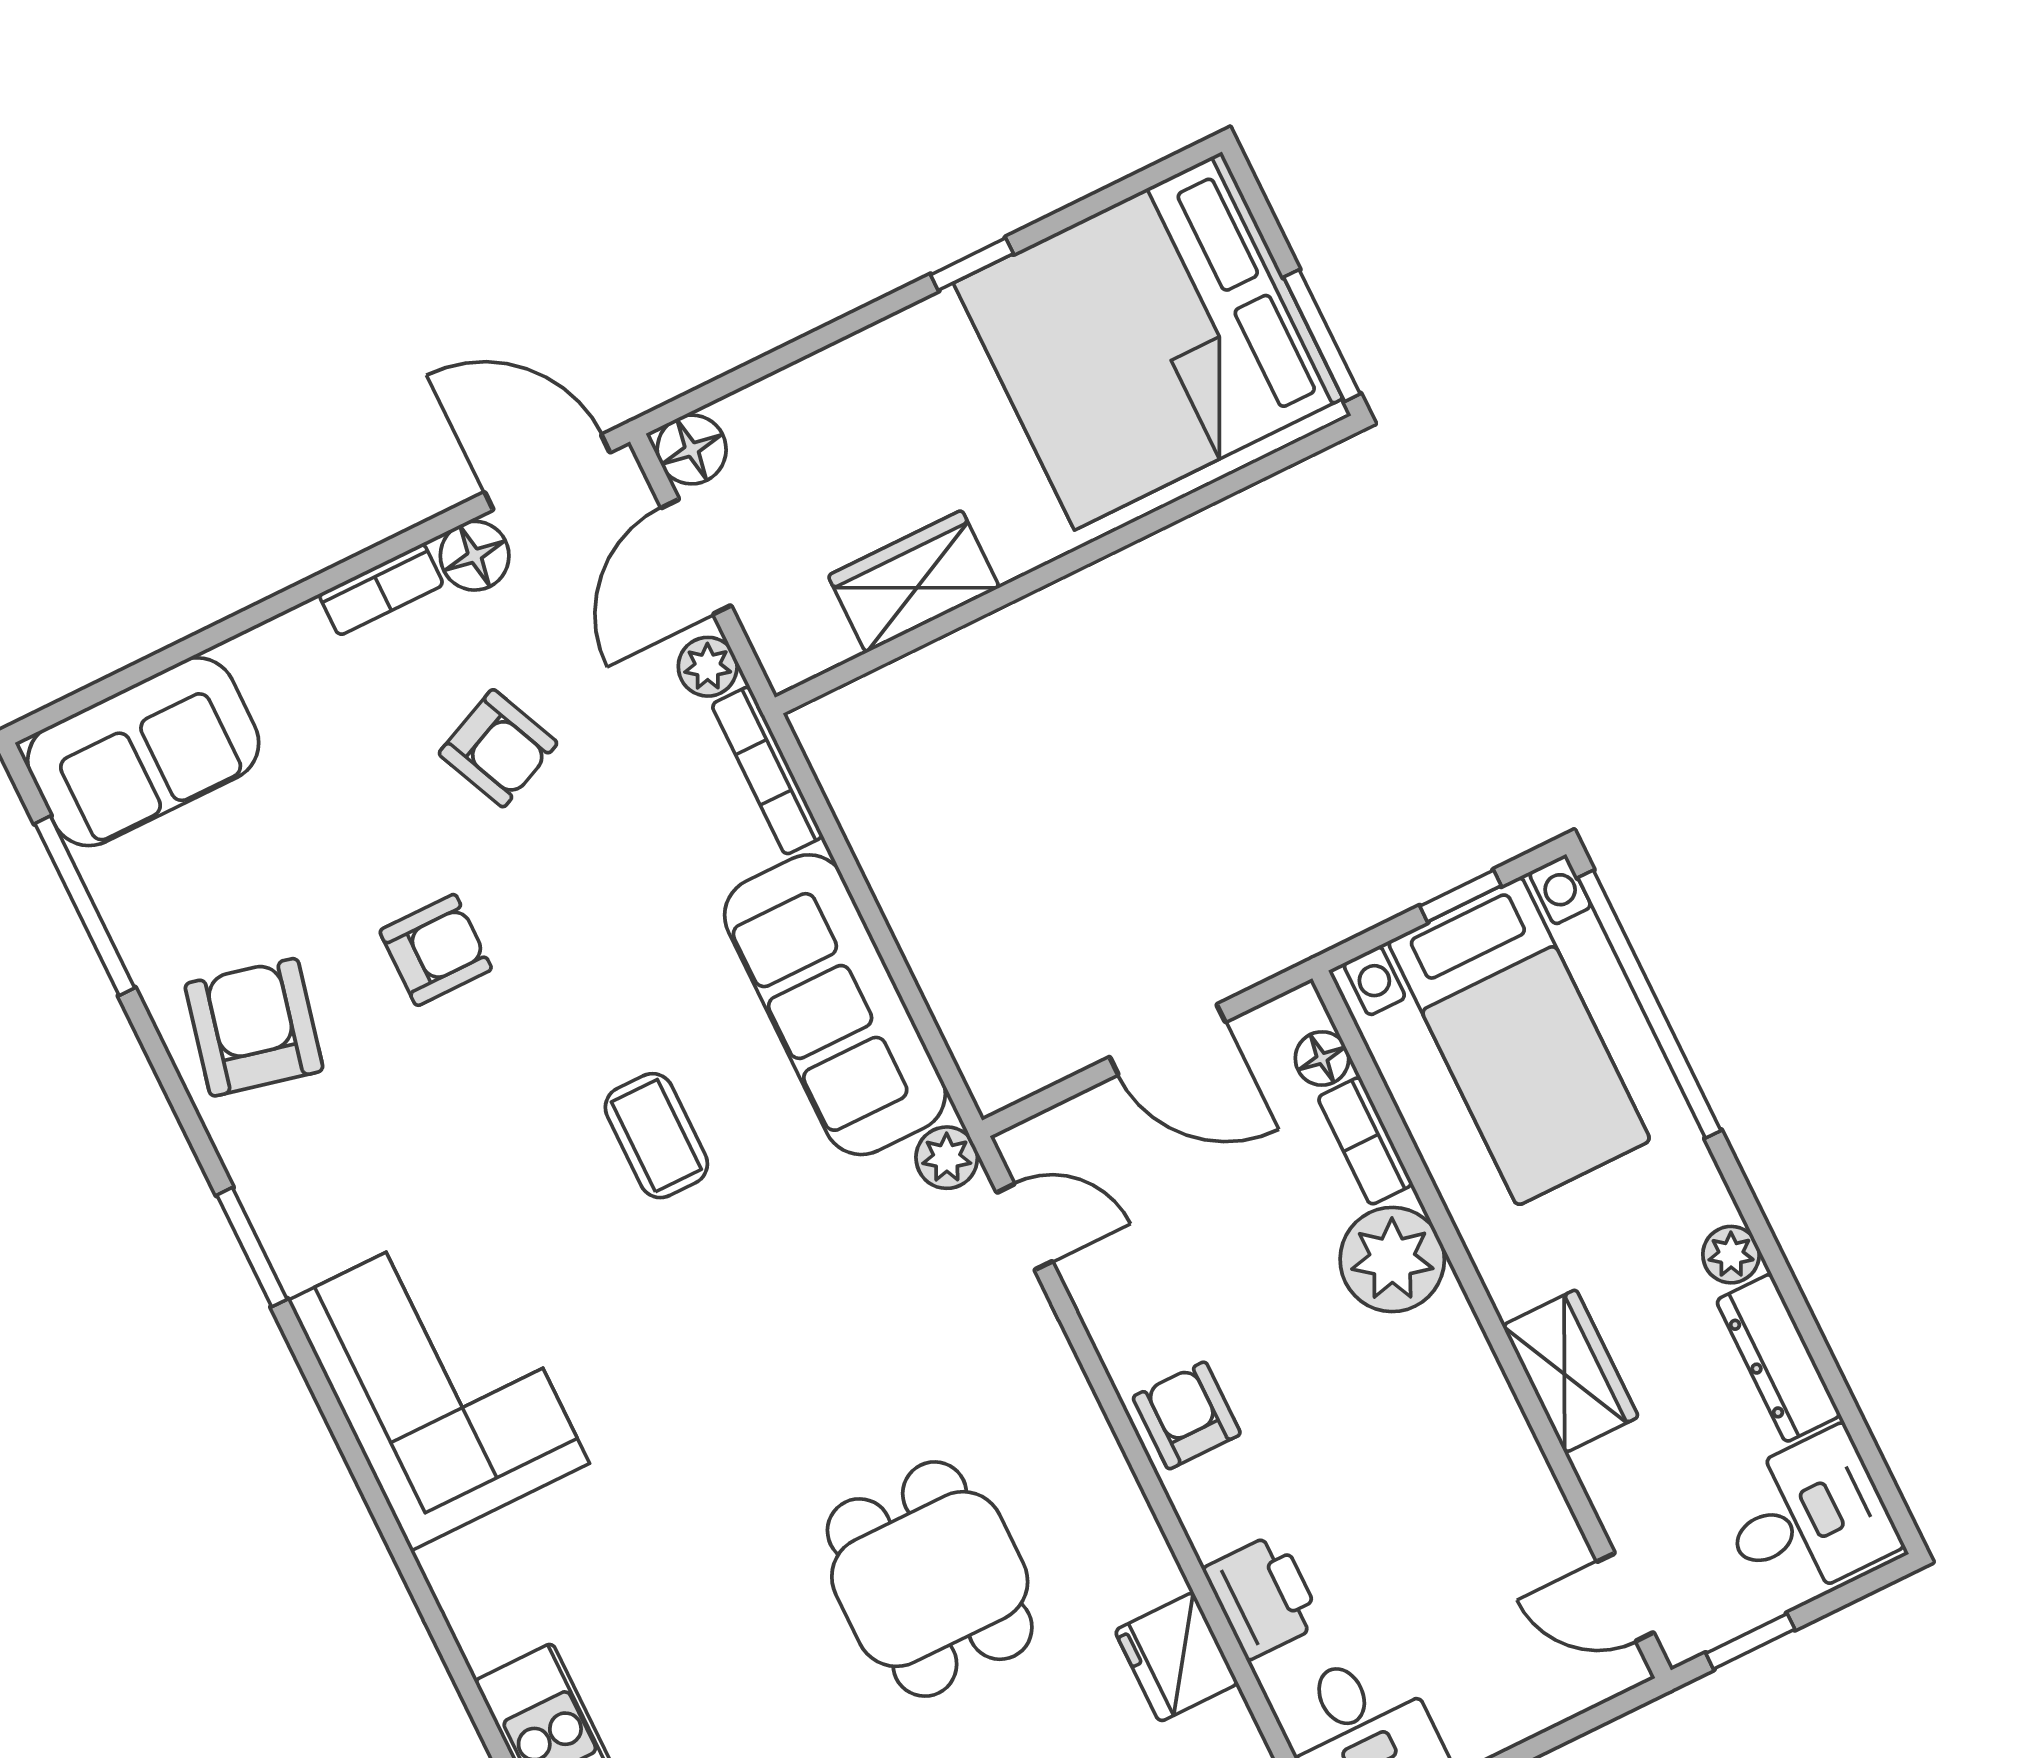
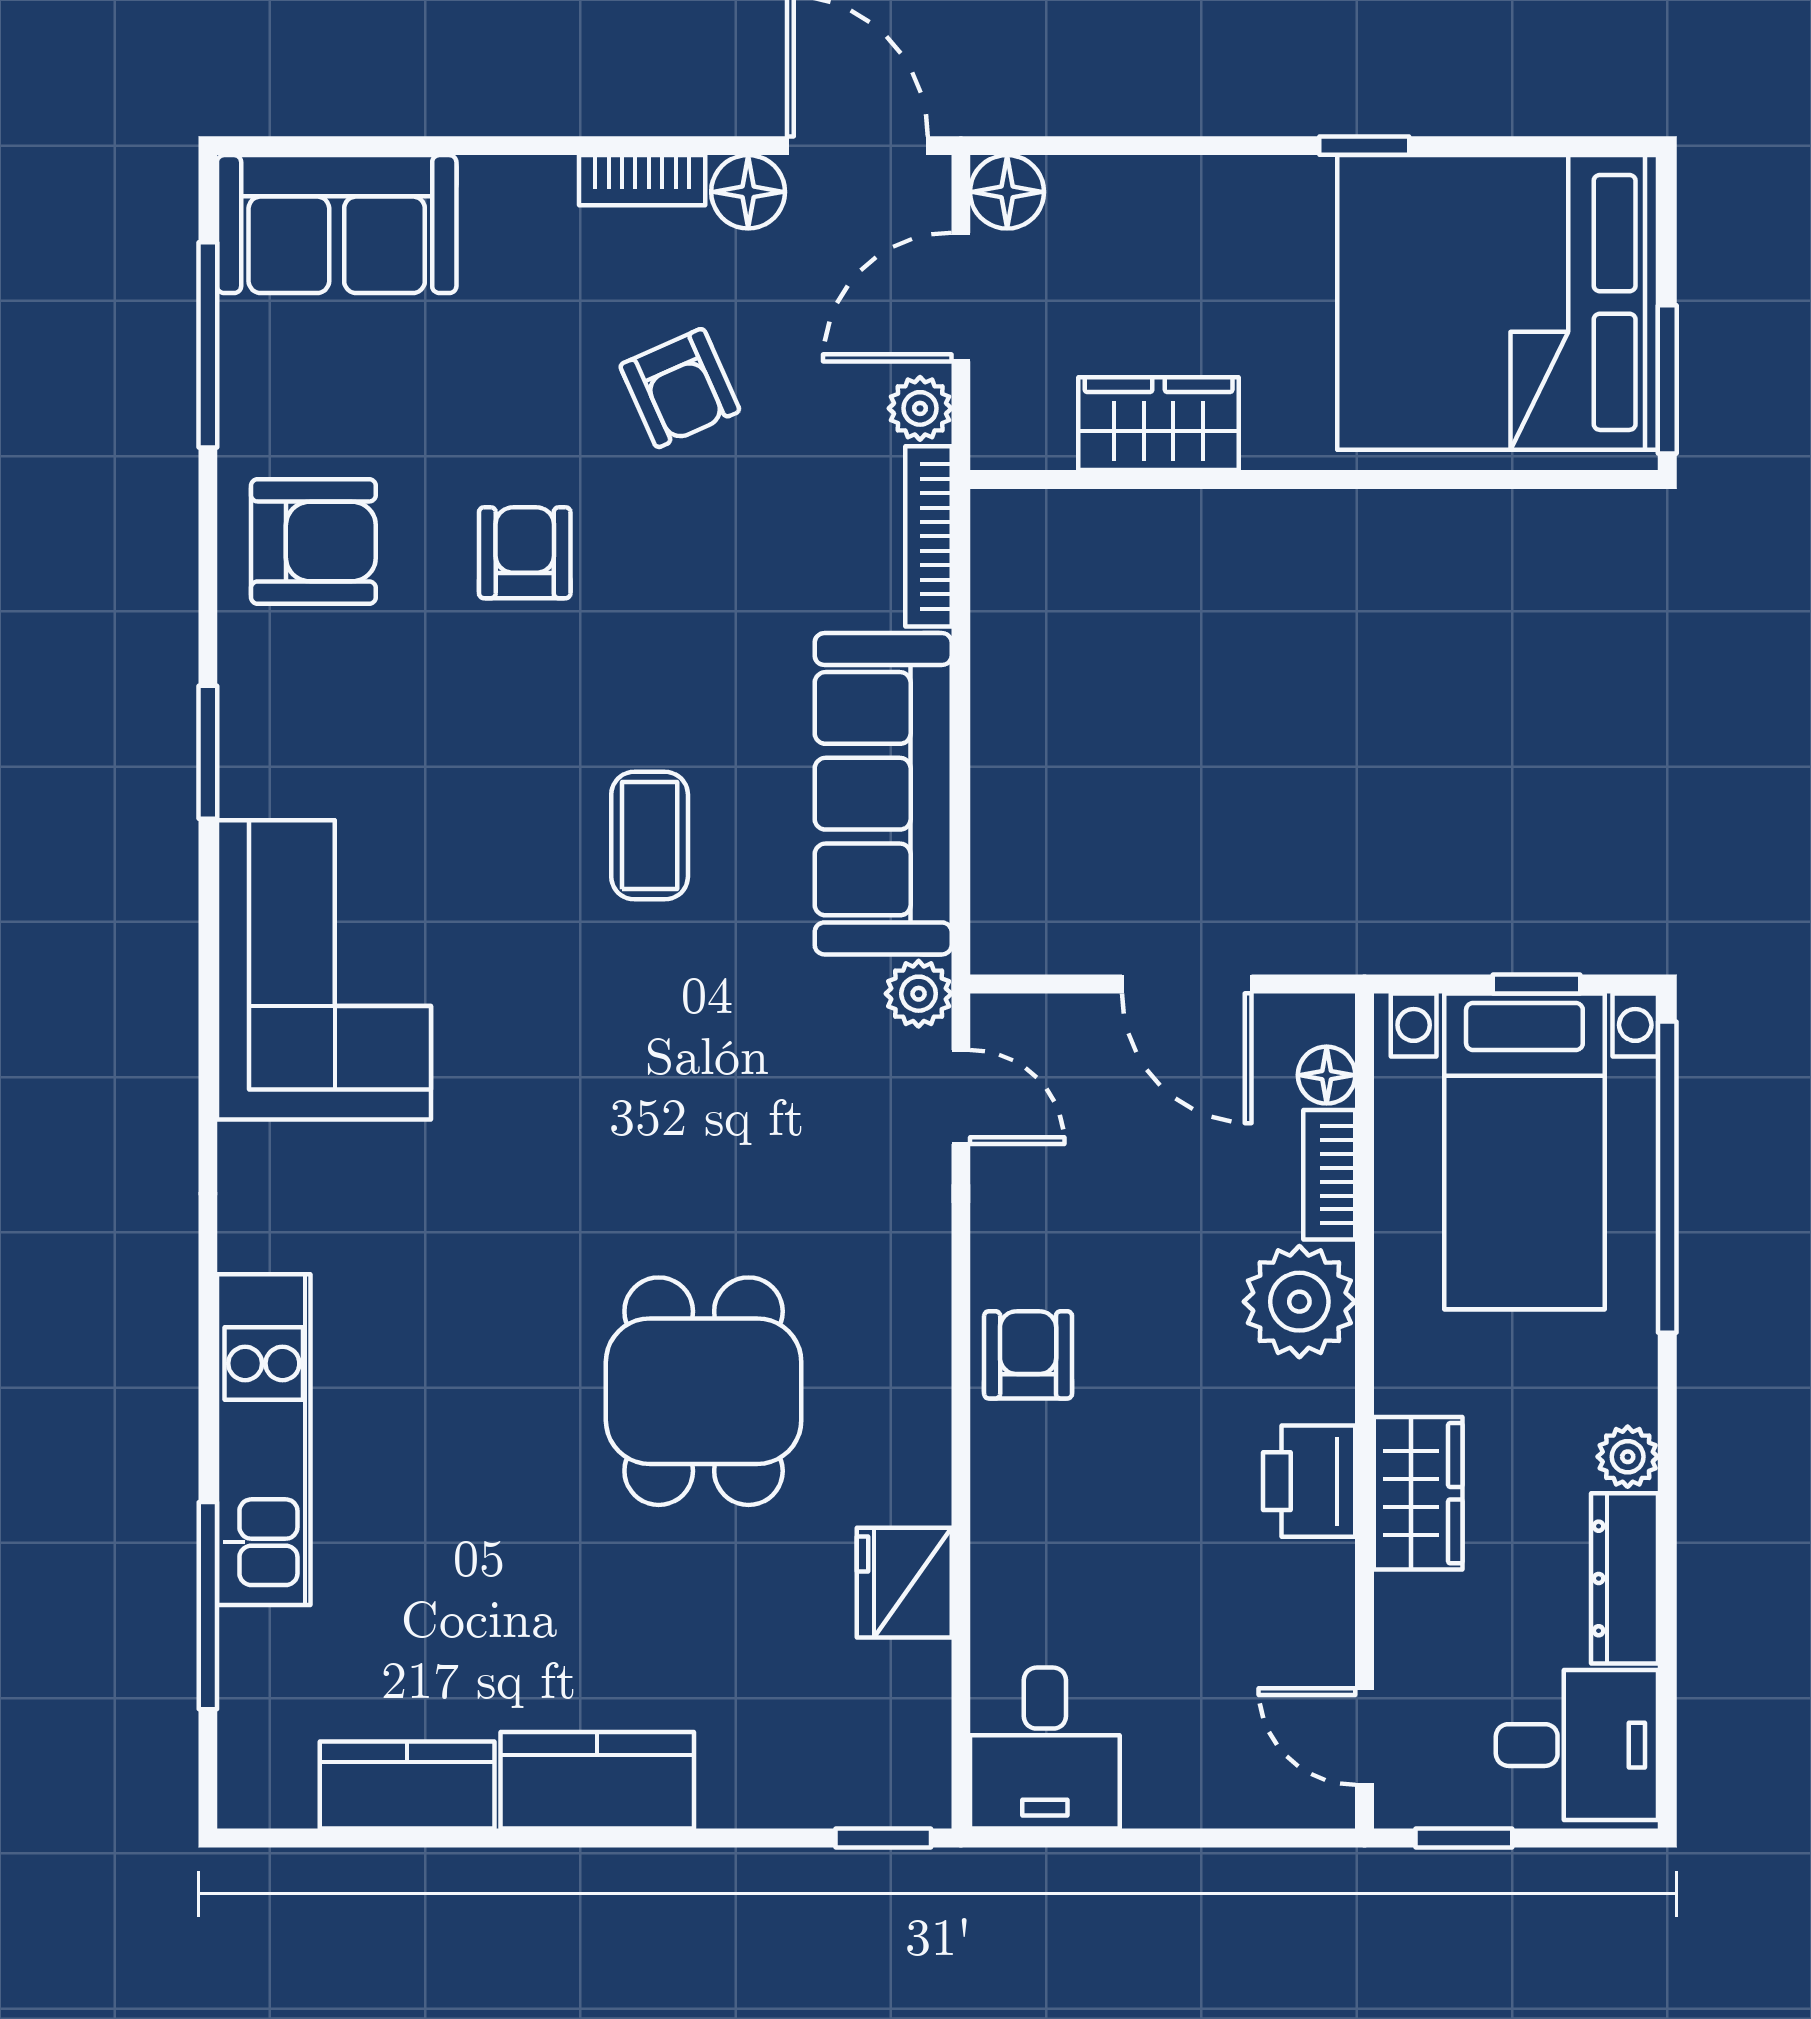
armchair: (436, 950) -> (525, 553), turned -90
armchair: (254, 1027) -> (313, 541), turned 77
printer: (1263, 1596) -> (1309, 1481), moved, turned 180

